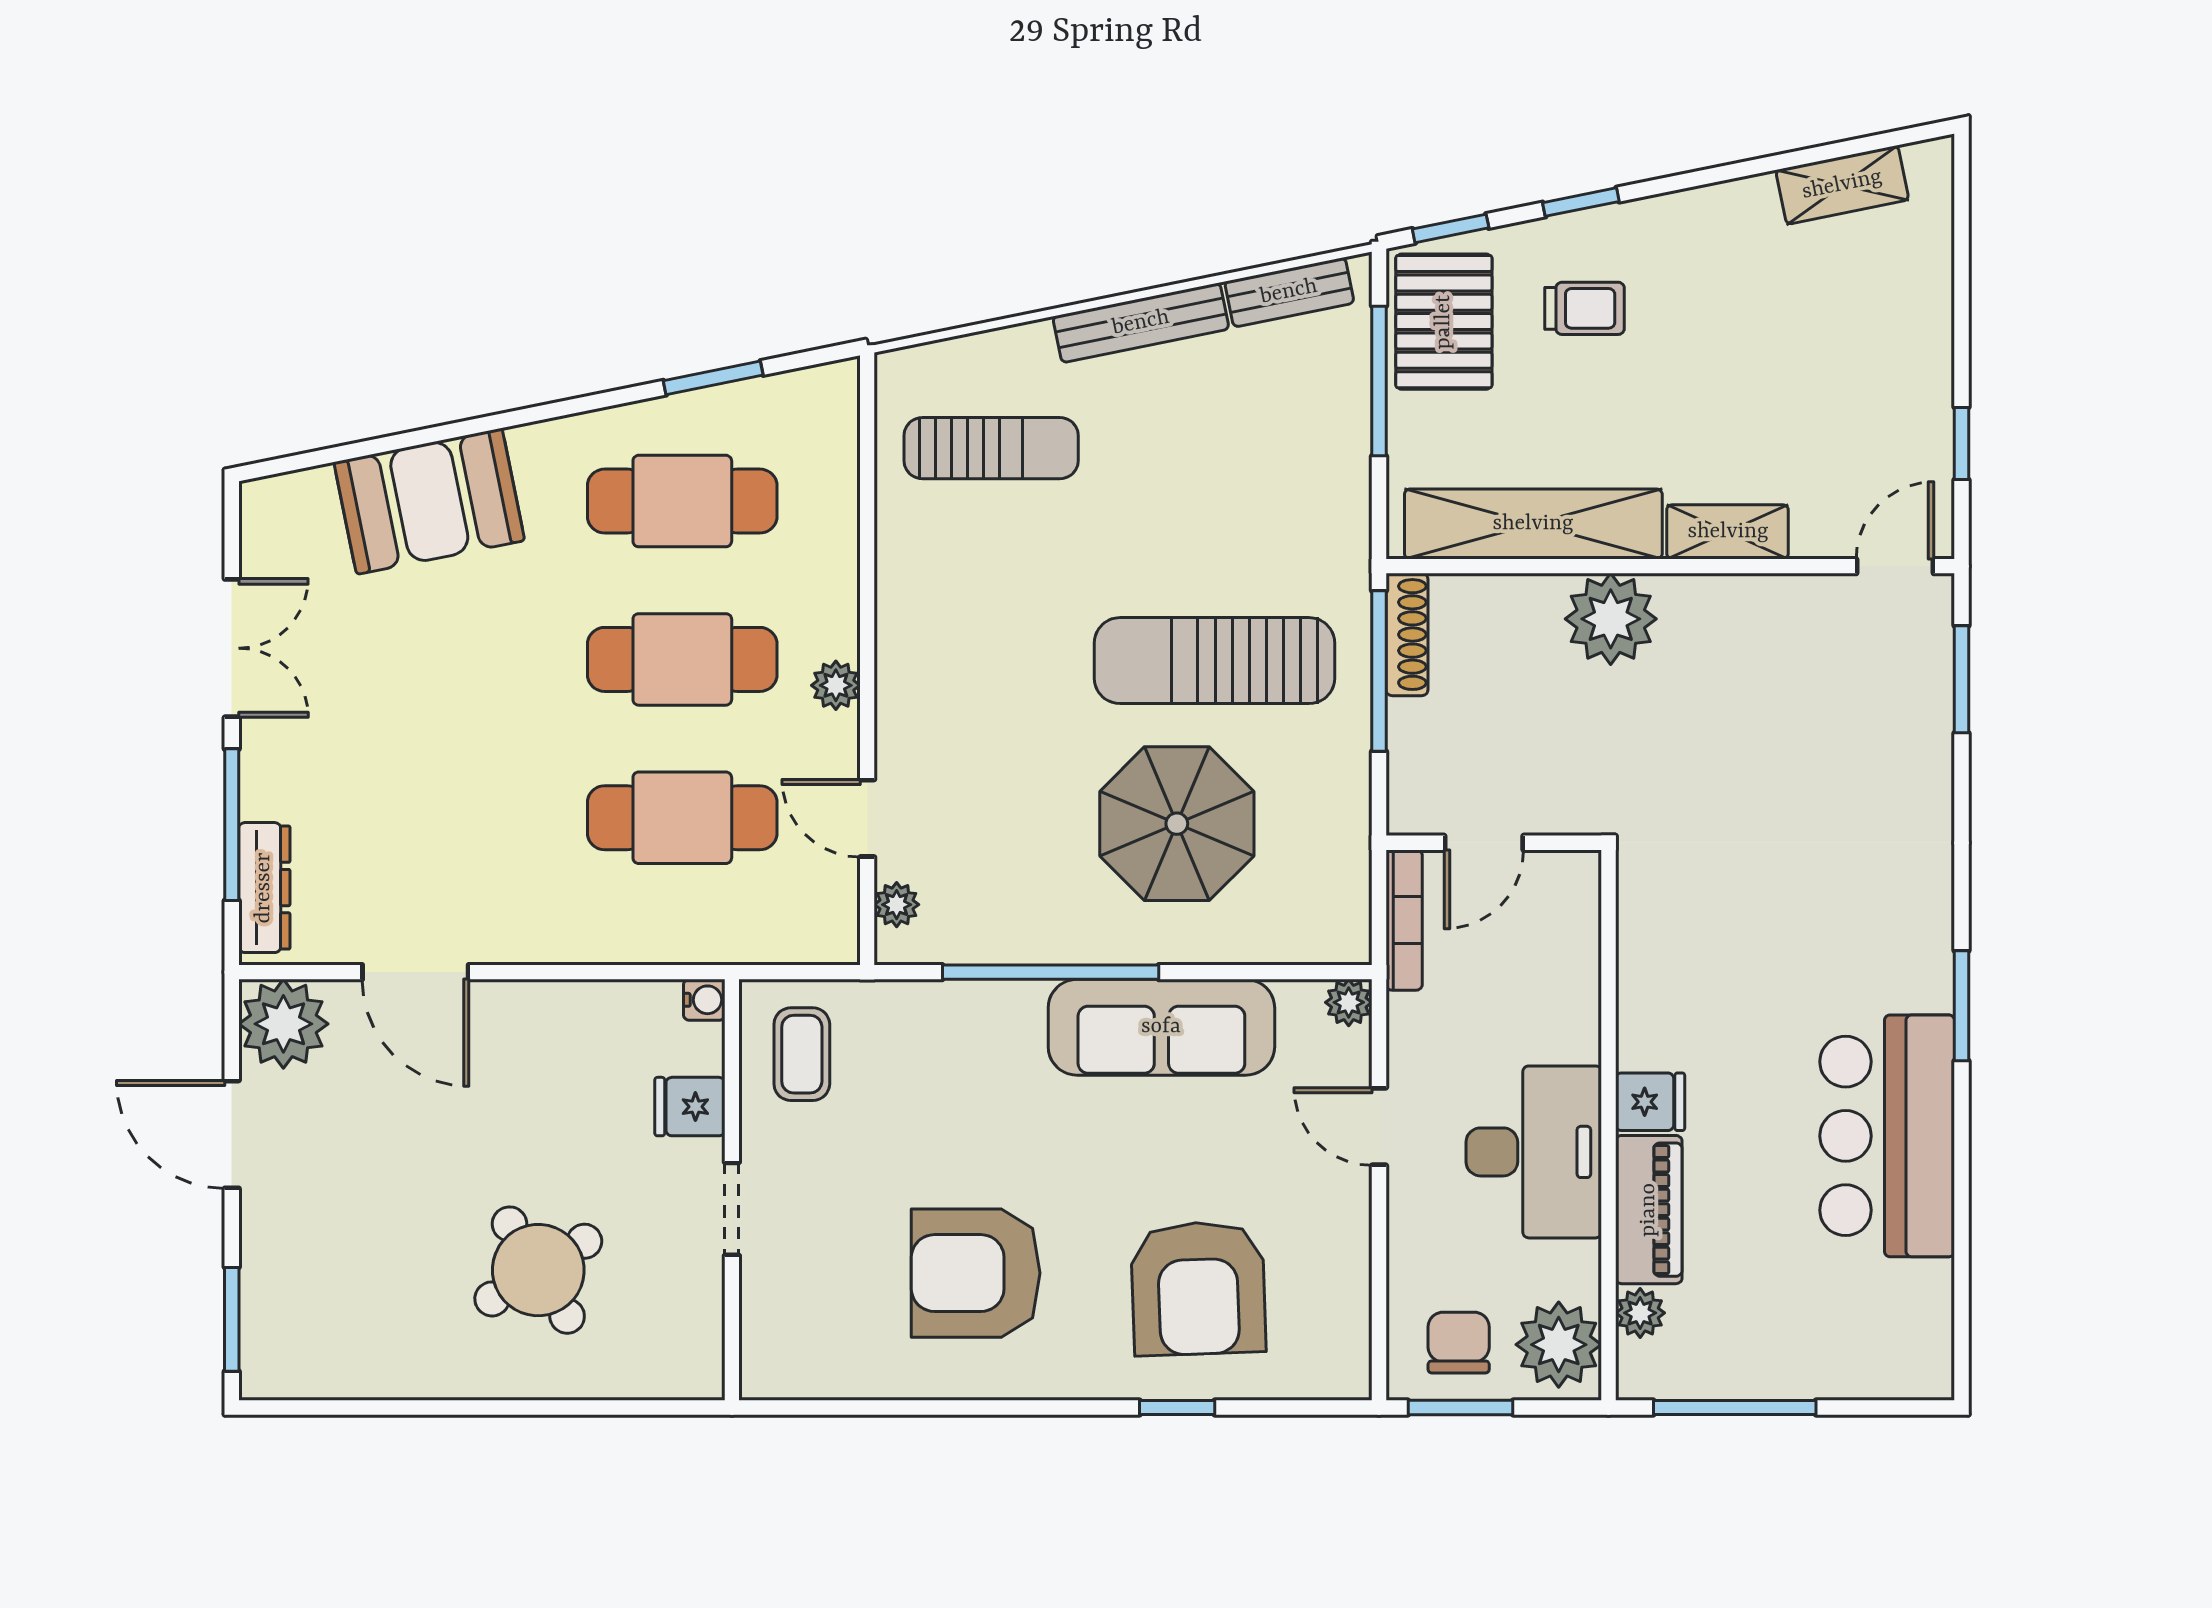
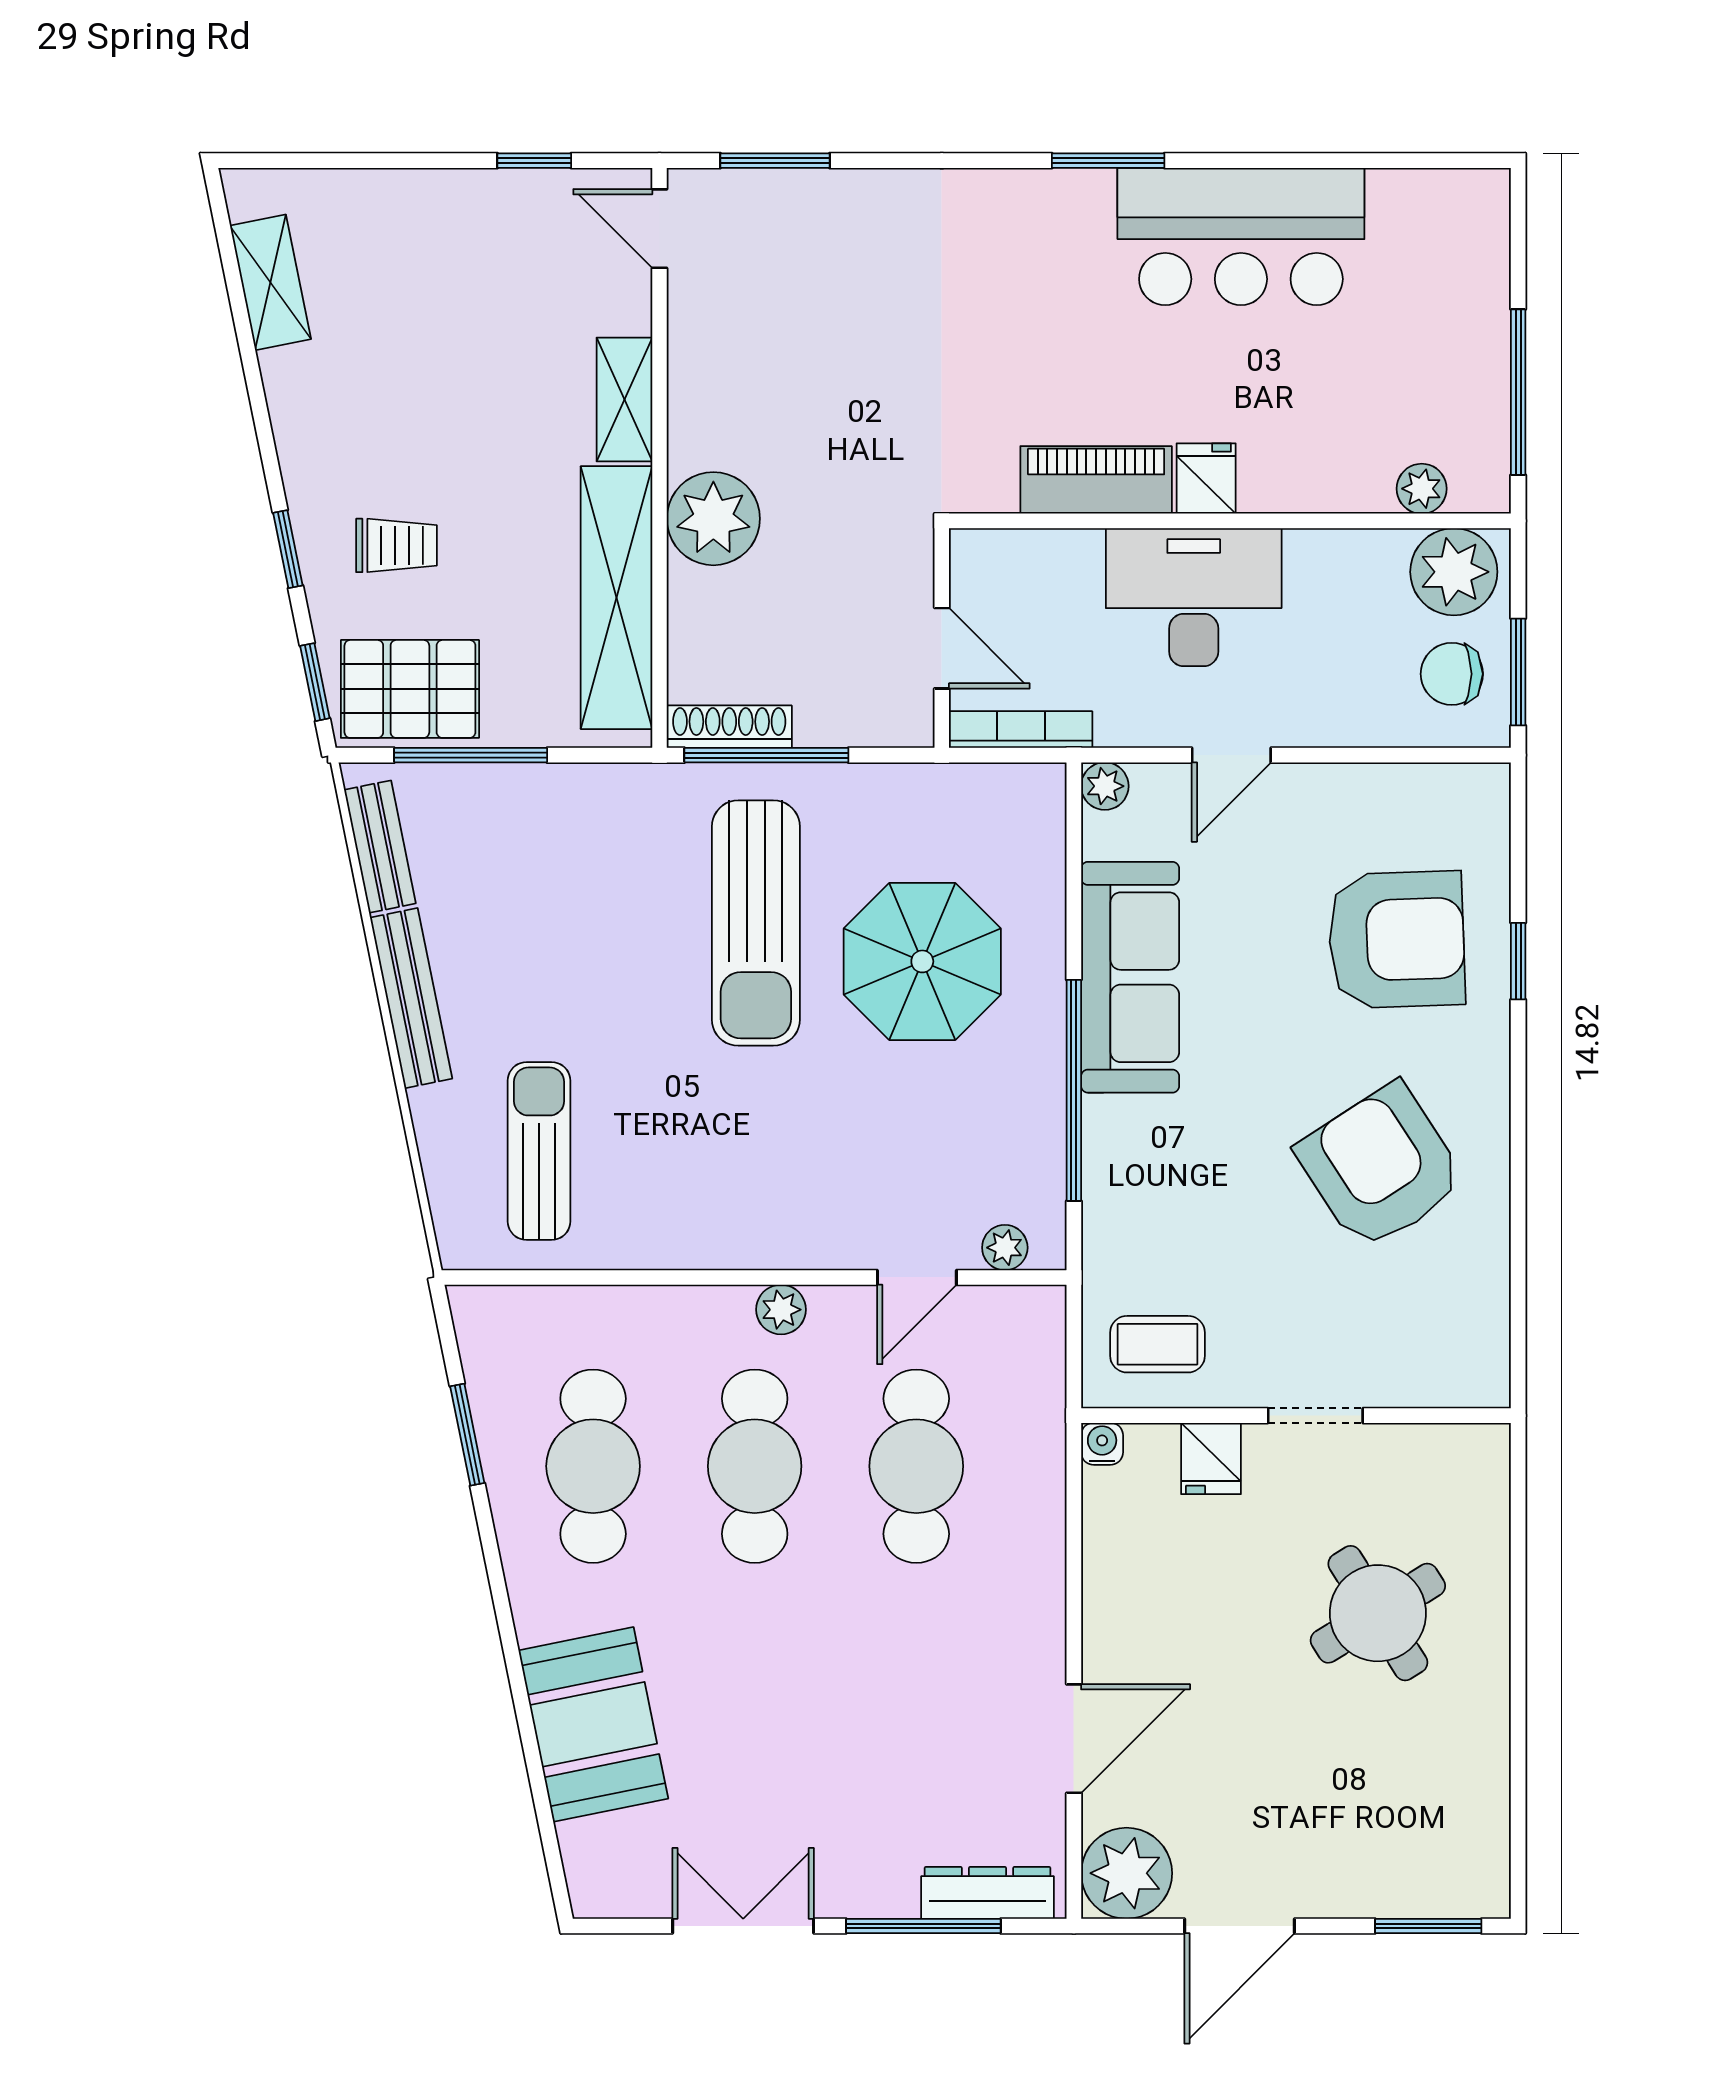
trolley: (1585, 308) -> (396, 545), turned 90
desk: (1534, 1152) -> (1194, 597), moved
piano: (1649, 1210) -> (1096, 480), moved
armchair: (976, 1273) -> (1381, 1167), turned 147

